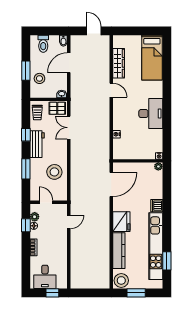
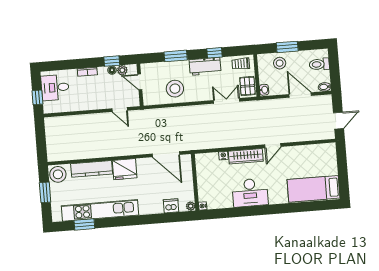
wardrobe: (119, 63) -> (246, 156), moved
door: (46, 202) -> (140, 82), swing flipped
dishwasher: (157, 206) -> (171, 206), moved

